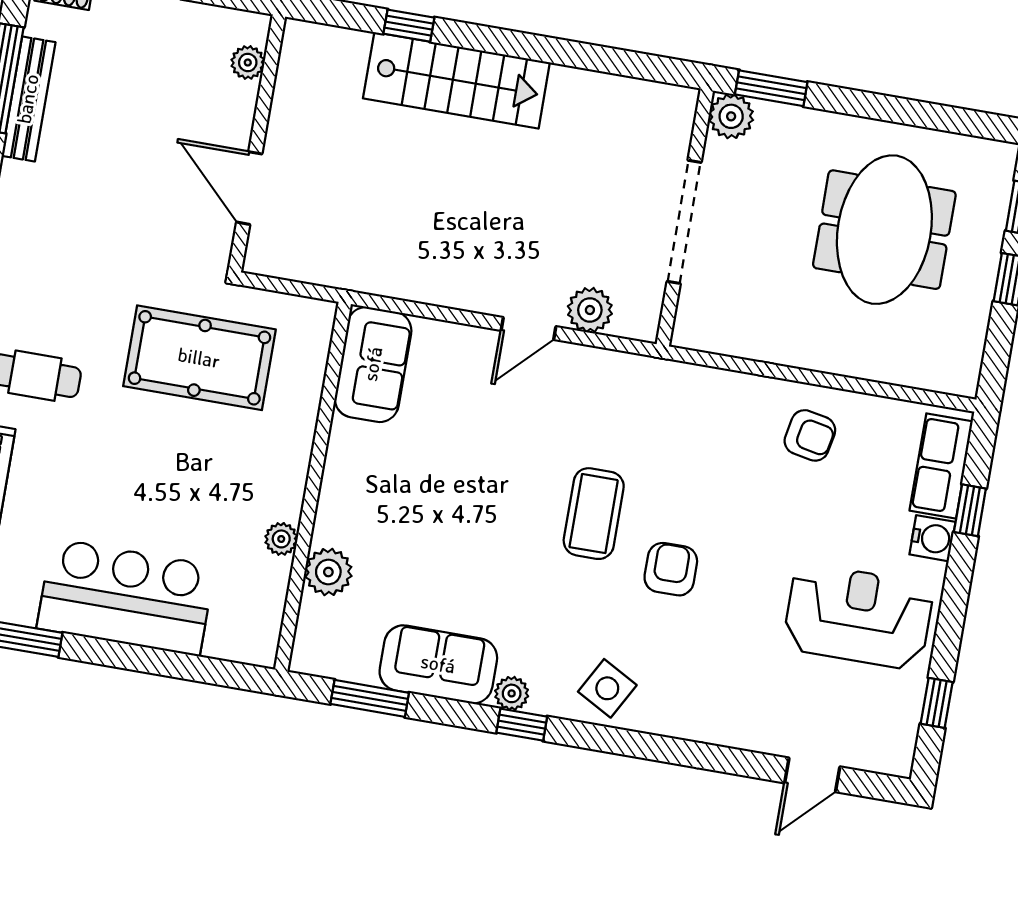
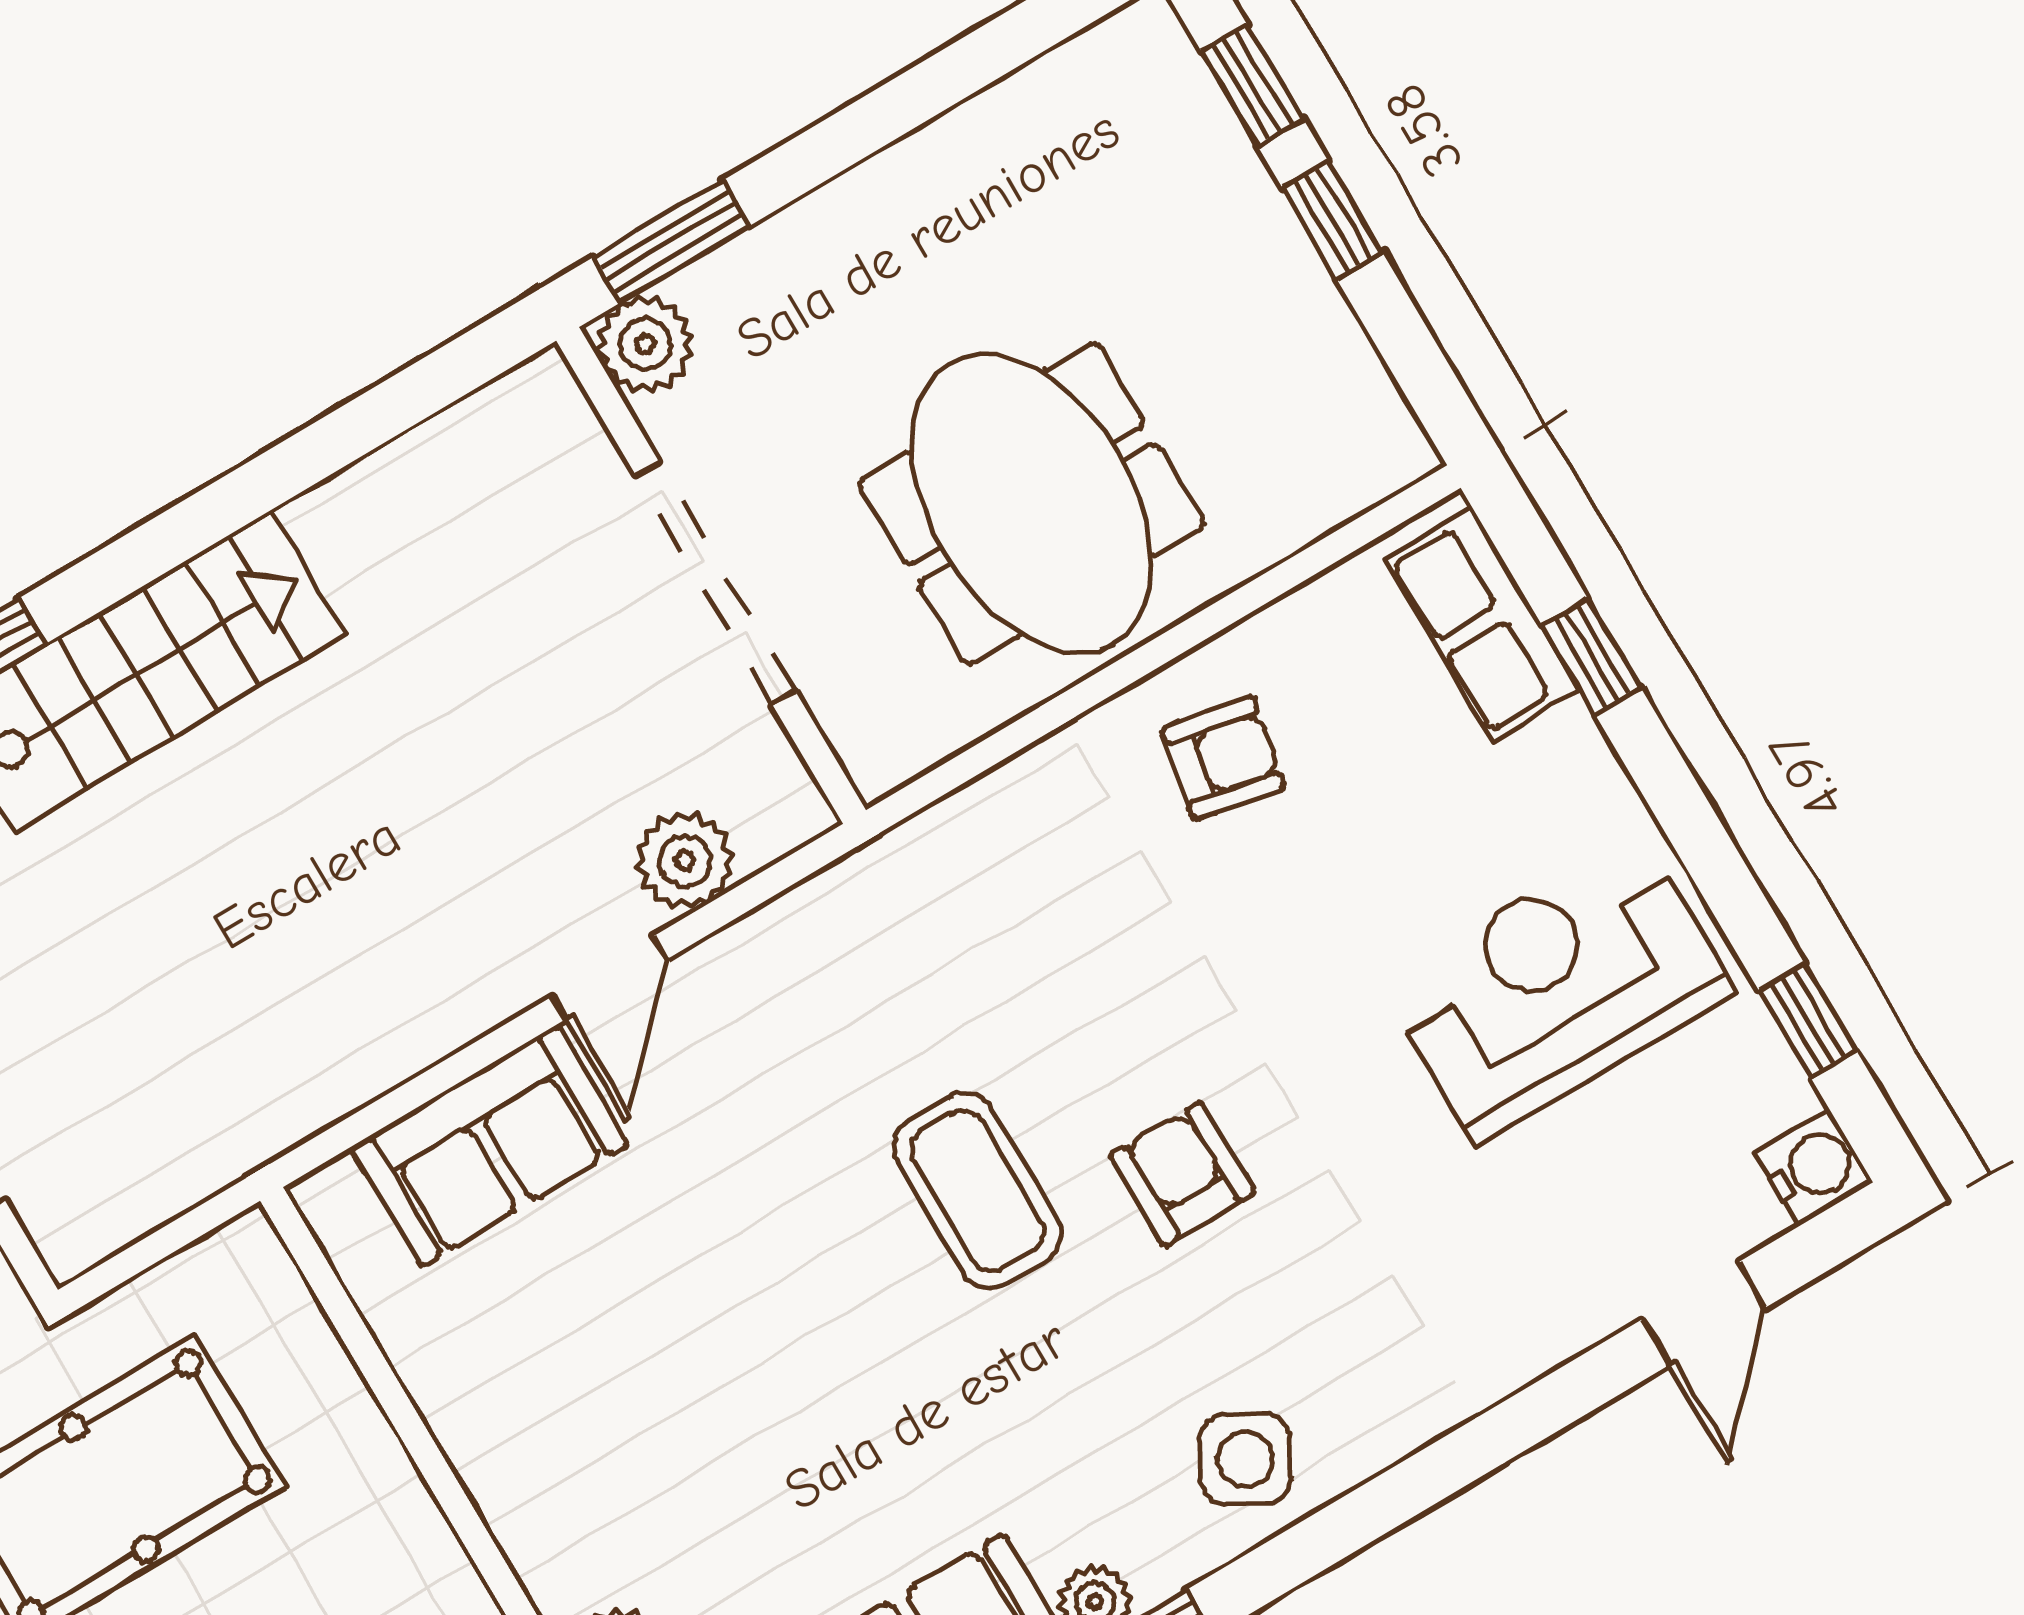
meeting table: (884, 230) -> (1031, 504), moved
sofa: (373, 364) -> (489, 1146), moved, turned 90
water cooler: (932, 538) -> (1814, 1167), moved

